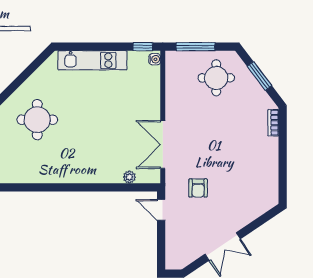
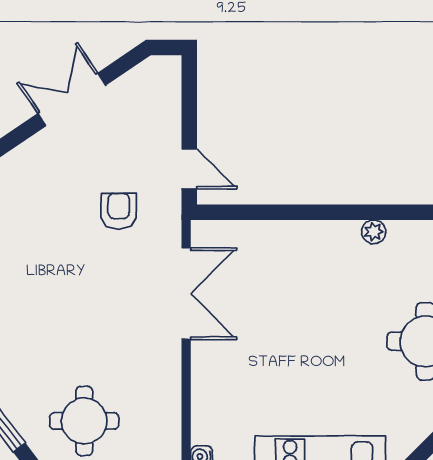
plant: (129, 177) -> (374, 232), moved

